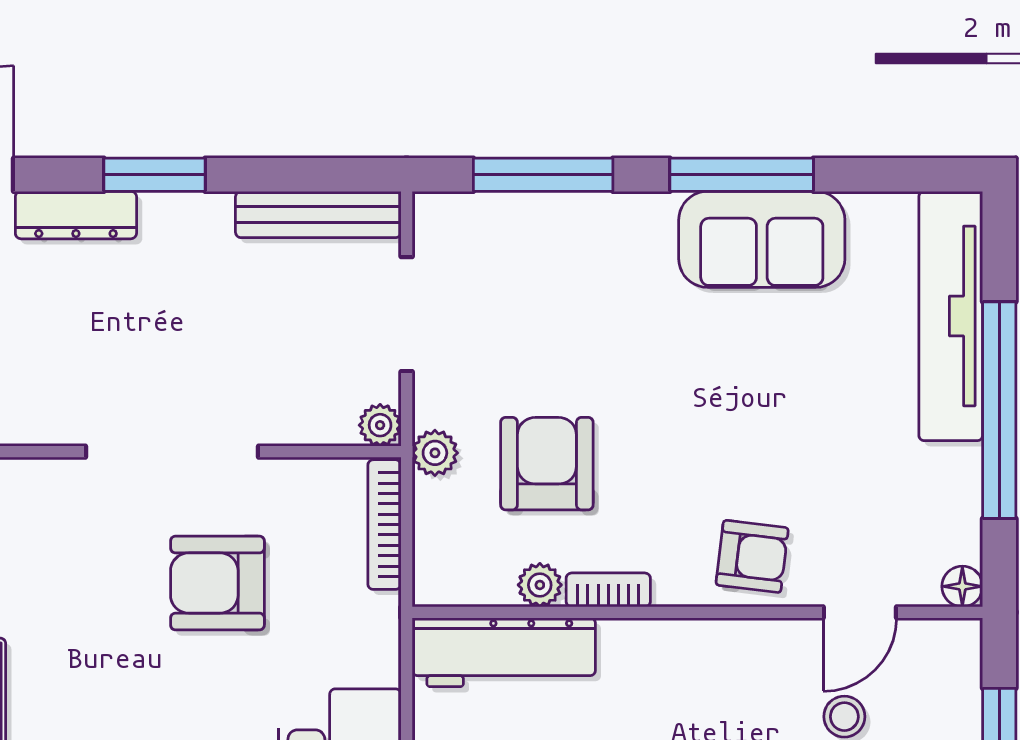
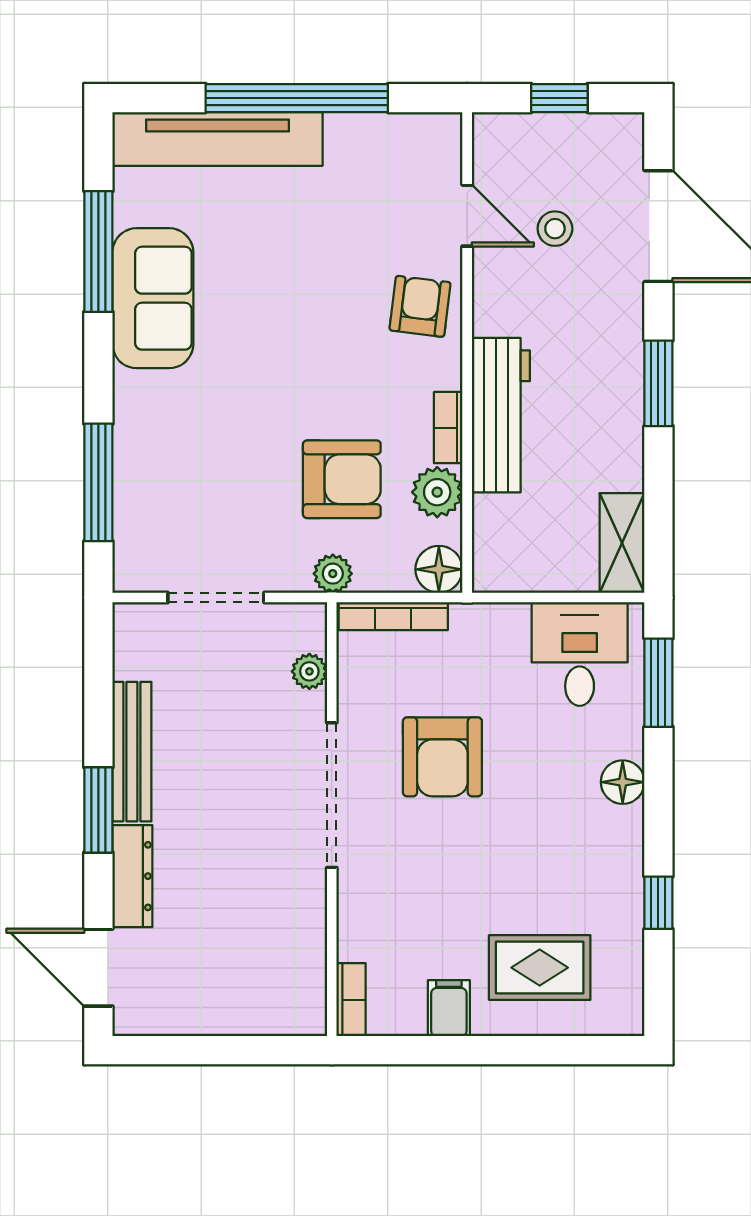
window: (742, 175) -> (98, 251), moved
bench: (318, 214) -> (132, 752), moved
plant: (380, 425) -> (309, 671), moved
armchair: (547, 464) -> (342, 479), turned 180
plant: (540, 585) -> (437, 492), width x1.38, depth x1.38
floor lamp: (962, 586) -> (439, 569), moved, width x1.37, depth x1.37
workbench: (504, 652) -> (501, 415), moved

